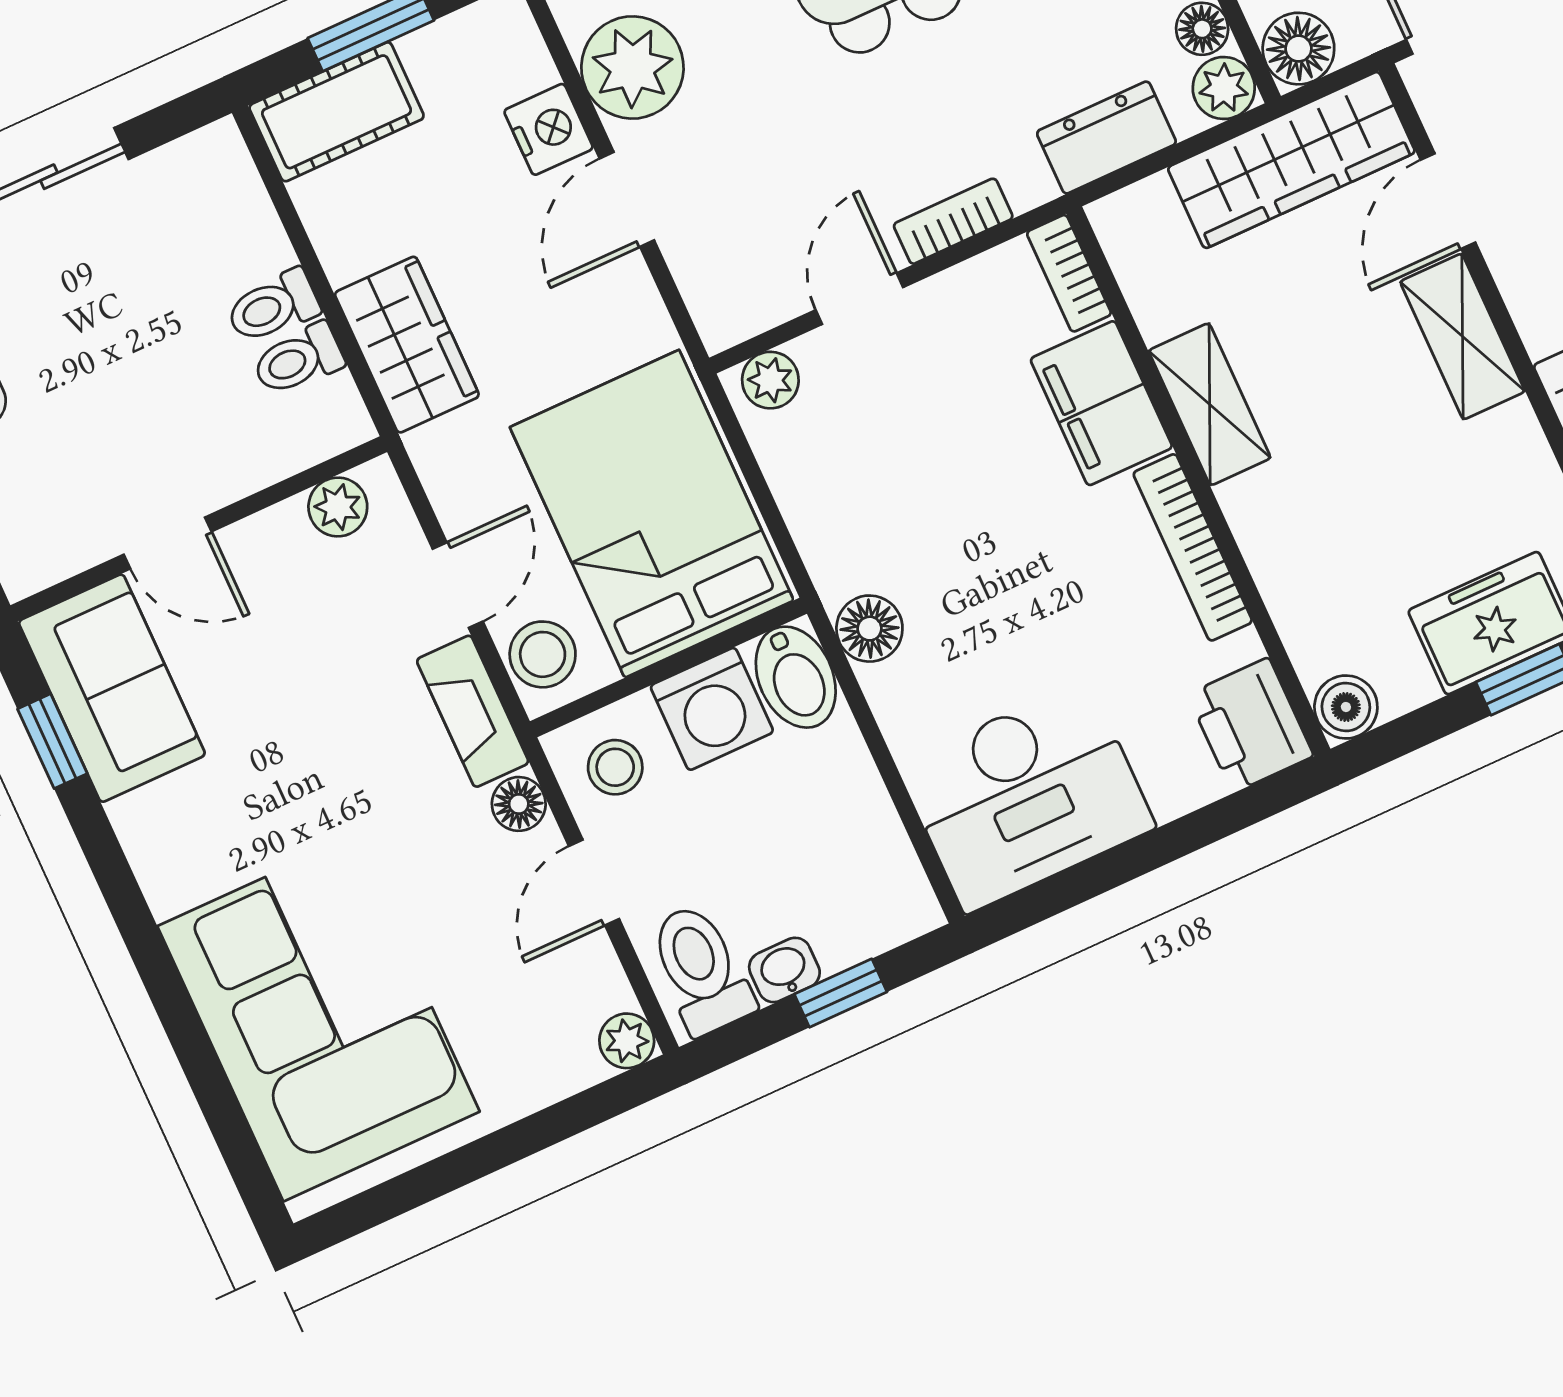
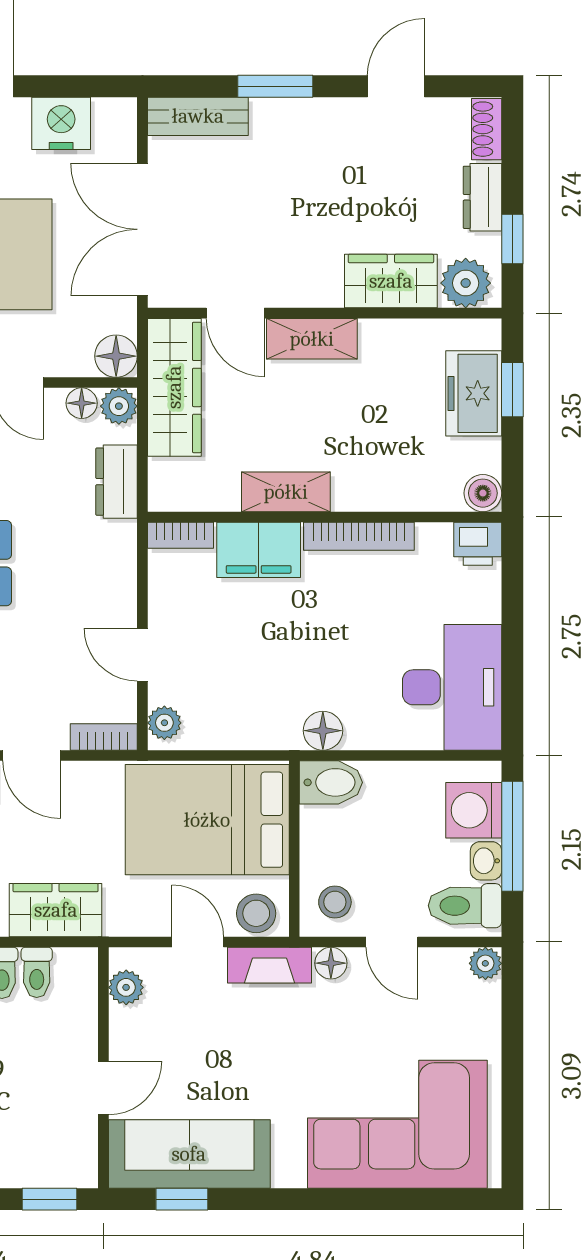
bookcase: (953, 221) -> (104, 737), moved, turned 90
sofa: (112, 688) -> (189, 1154), width x1.36
washing machine: (712, 709) -> (474, 810), moved, turned 180
printer: (1251, 725) -> (478, 544), width x0.73, depth x0.81
window: (841, 993) -> (512, 836), width x2.17

